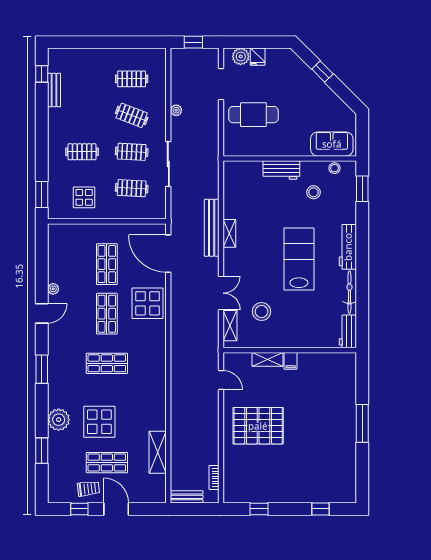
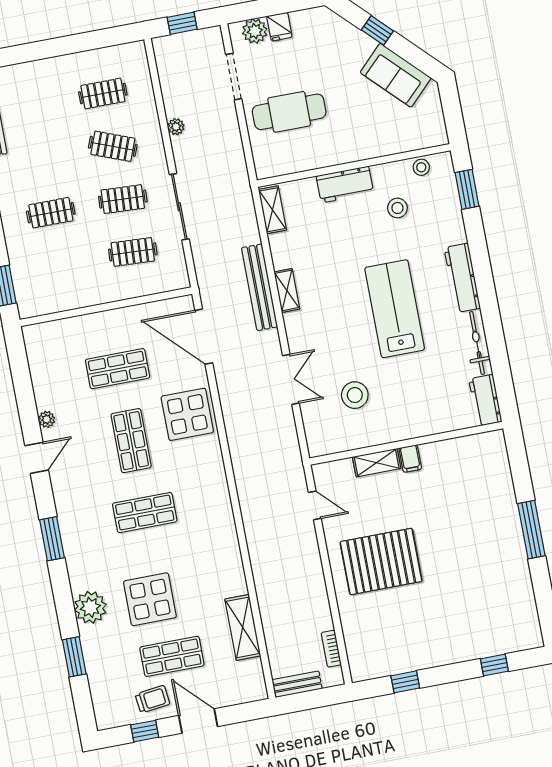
sofa: (332, 144) -> (396, 75), moved, turned -135
display table: (84, 197) -> (66, 278), removed
shop shelf: (107, 264) -> (118, 369), turned 90
shelving: (230, 326) -> (272, 210), moved

